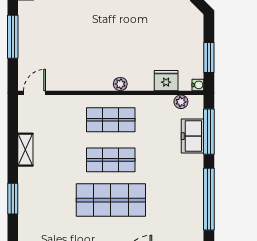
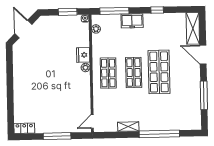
fridge: (166, 81) -> (83, 55), moved
door: (35, 93) -> (92, 122), hinge flipped
freezer: (193, 136) -> (132, 21), moved
window: (13, 199) -> (159, 134), width x2.11
window: (209, 199) -> (157, 10), width x0.32

